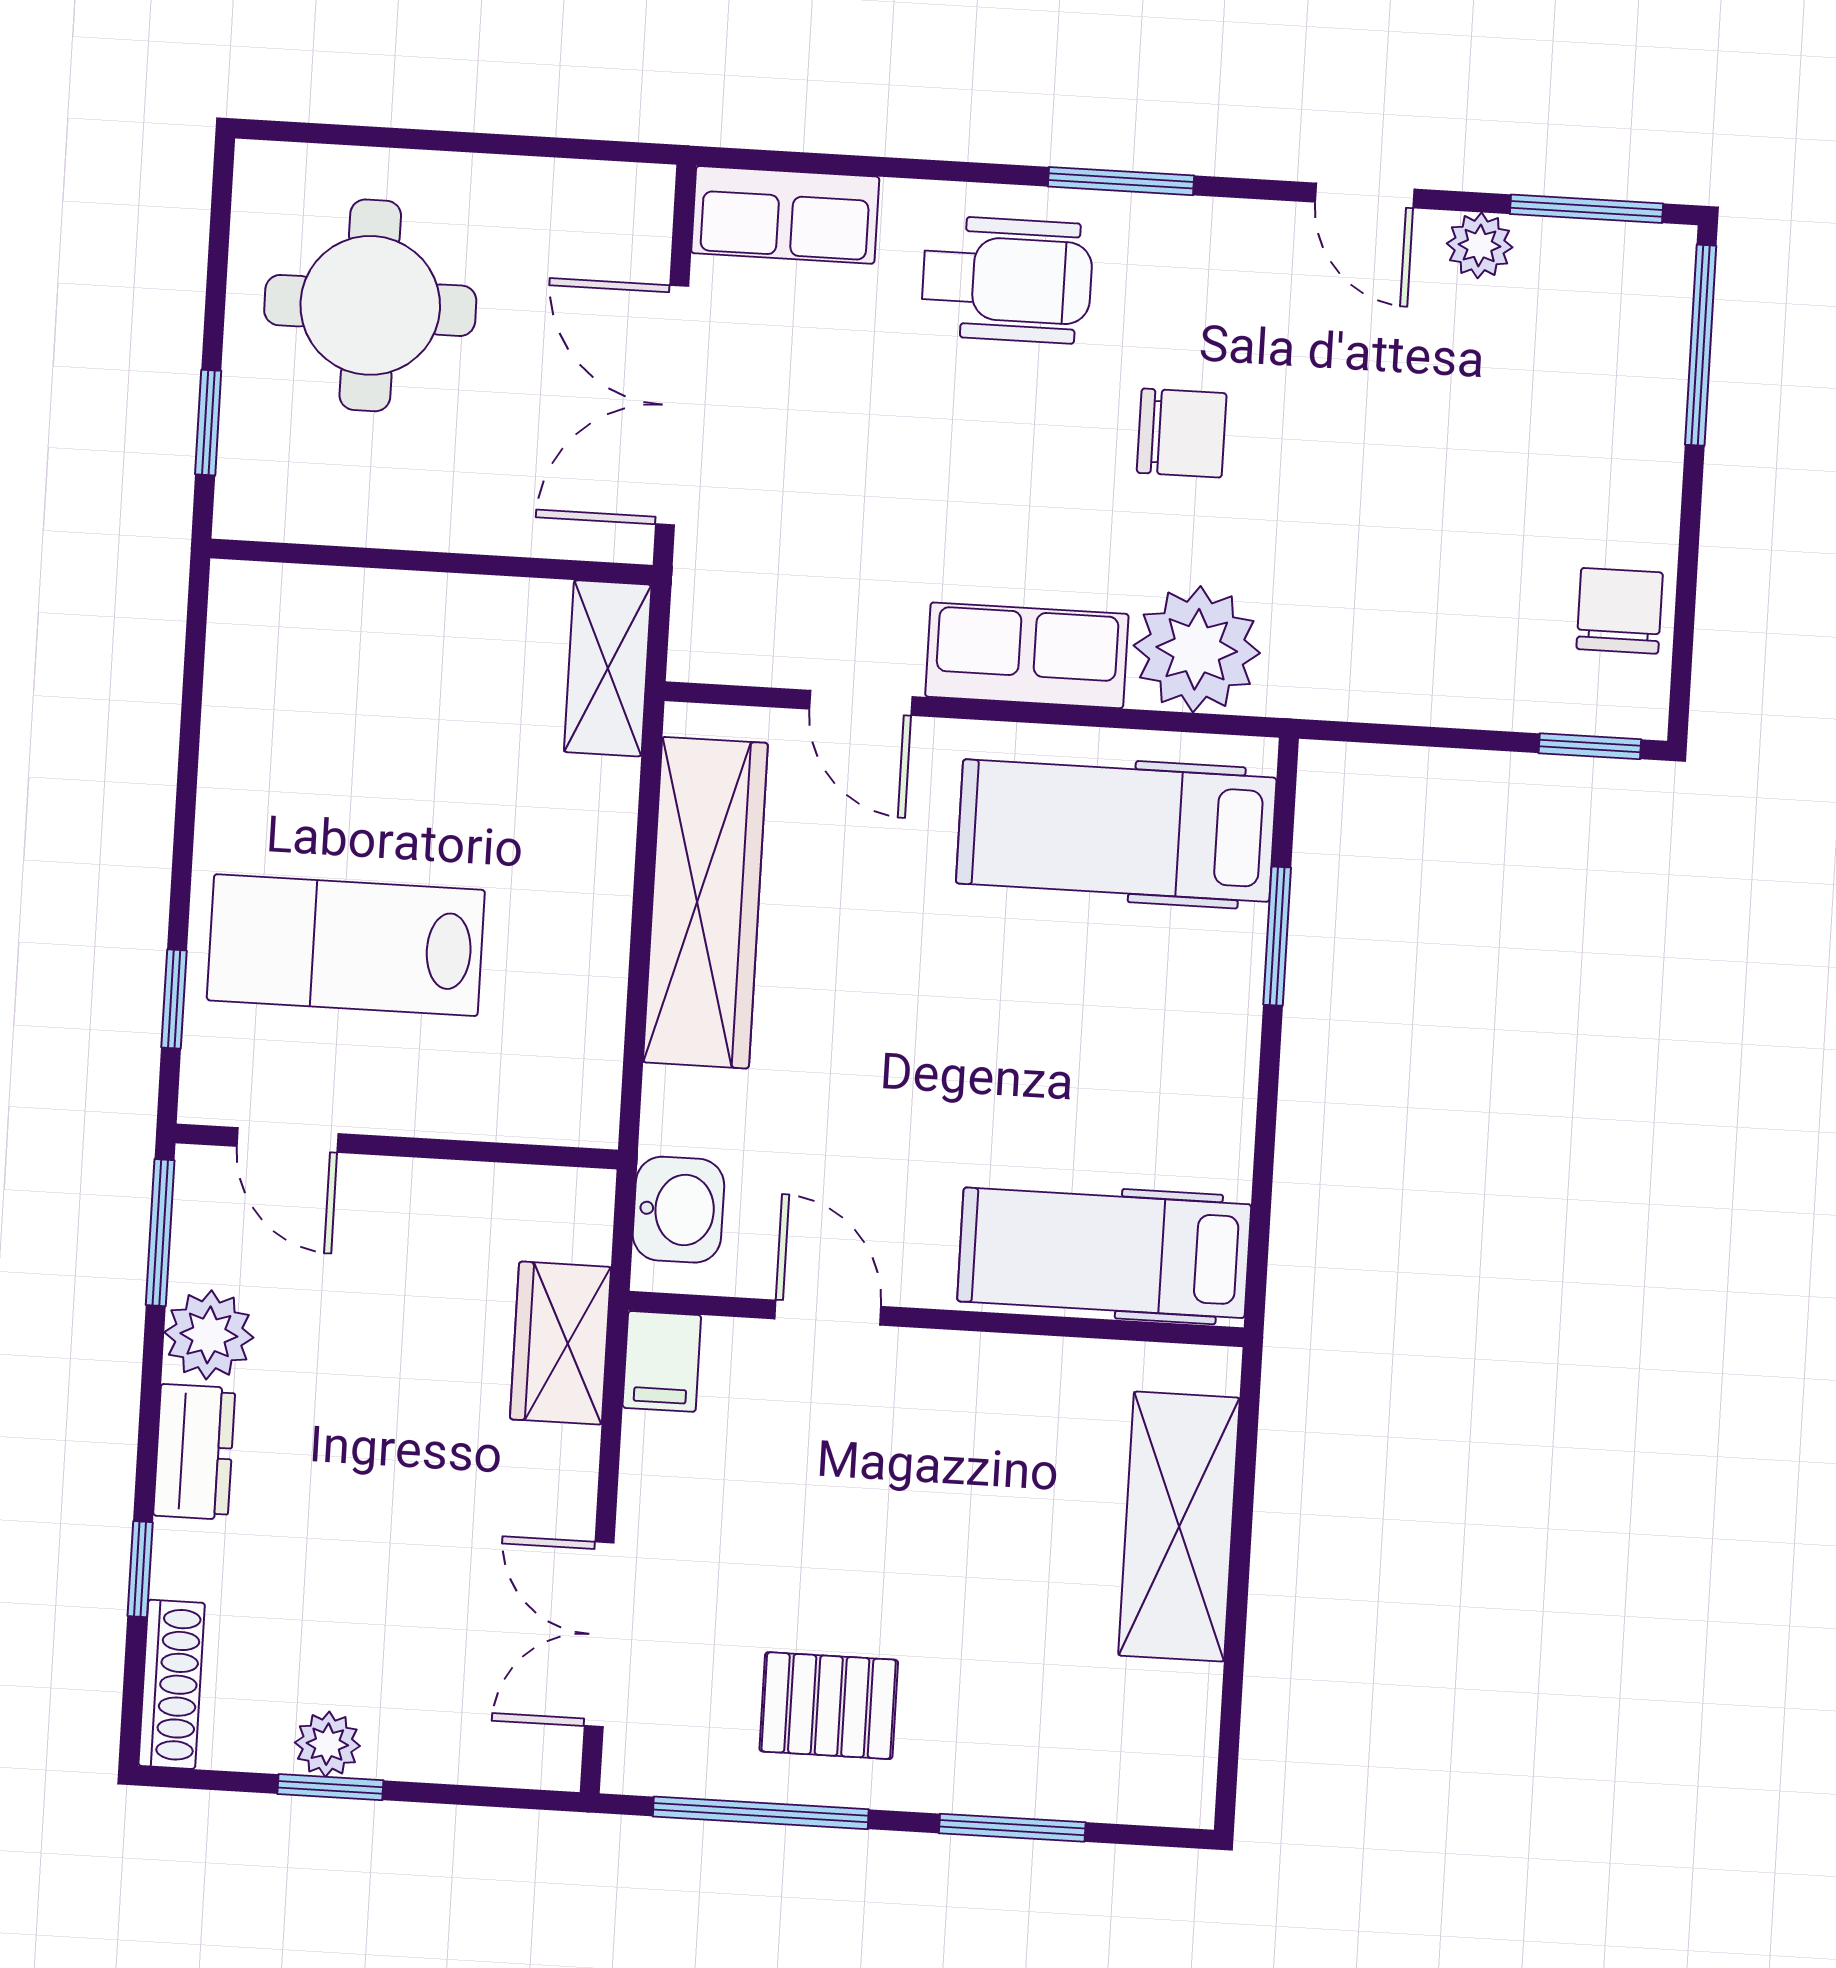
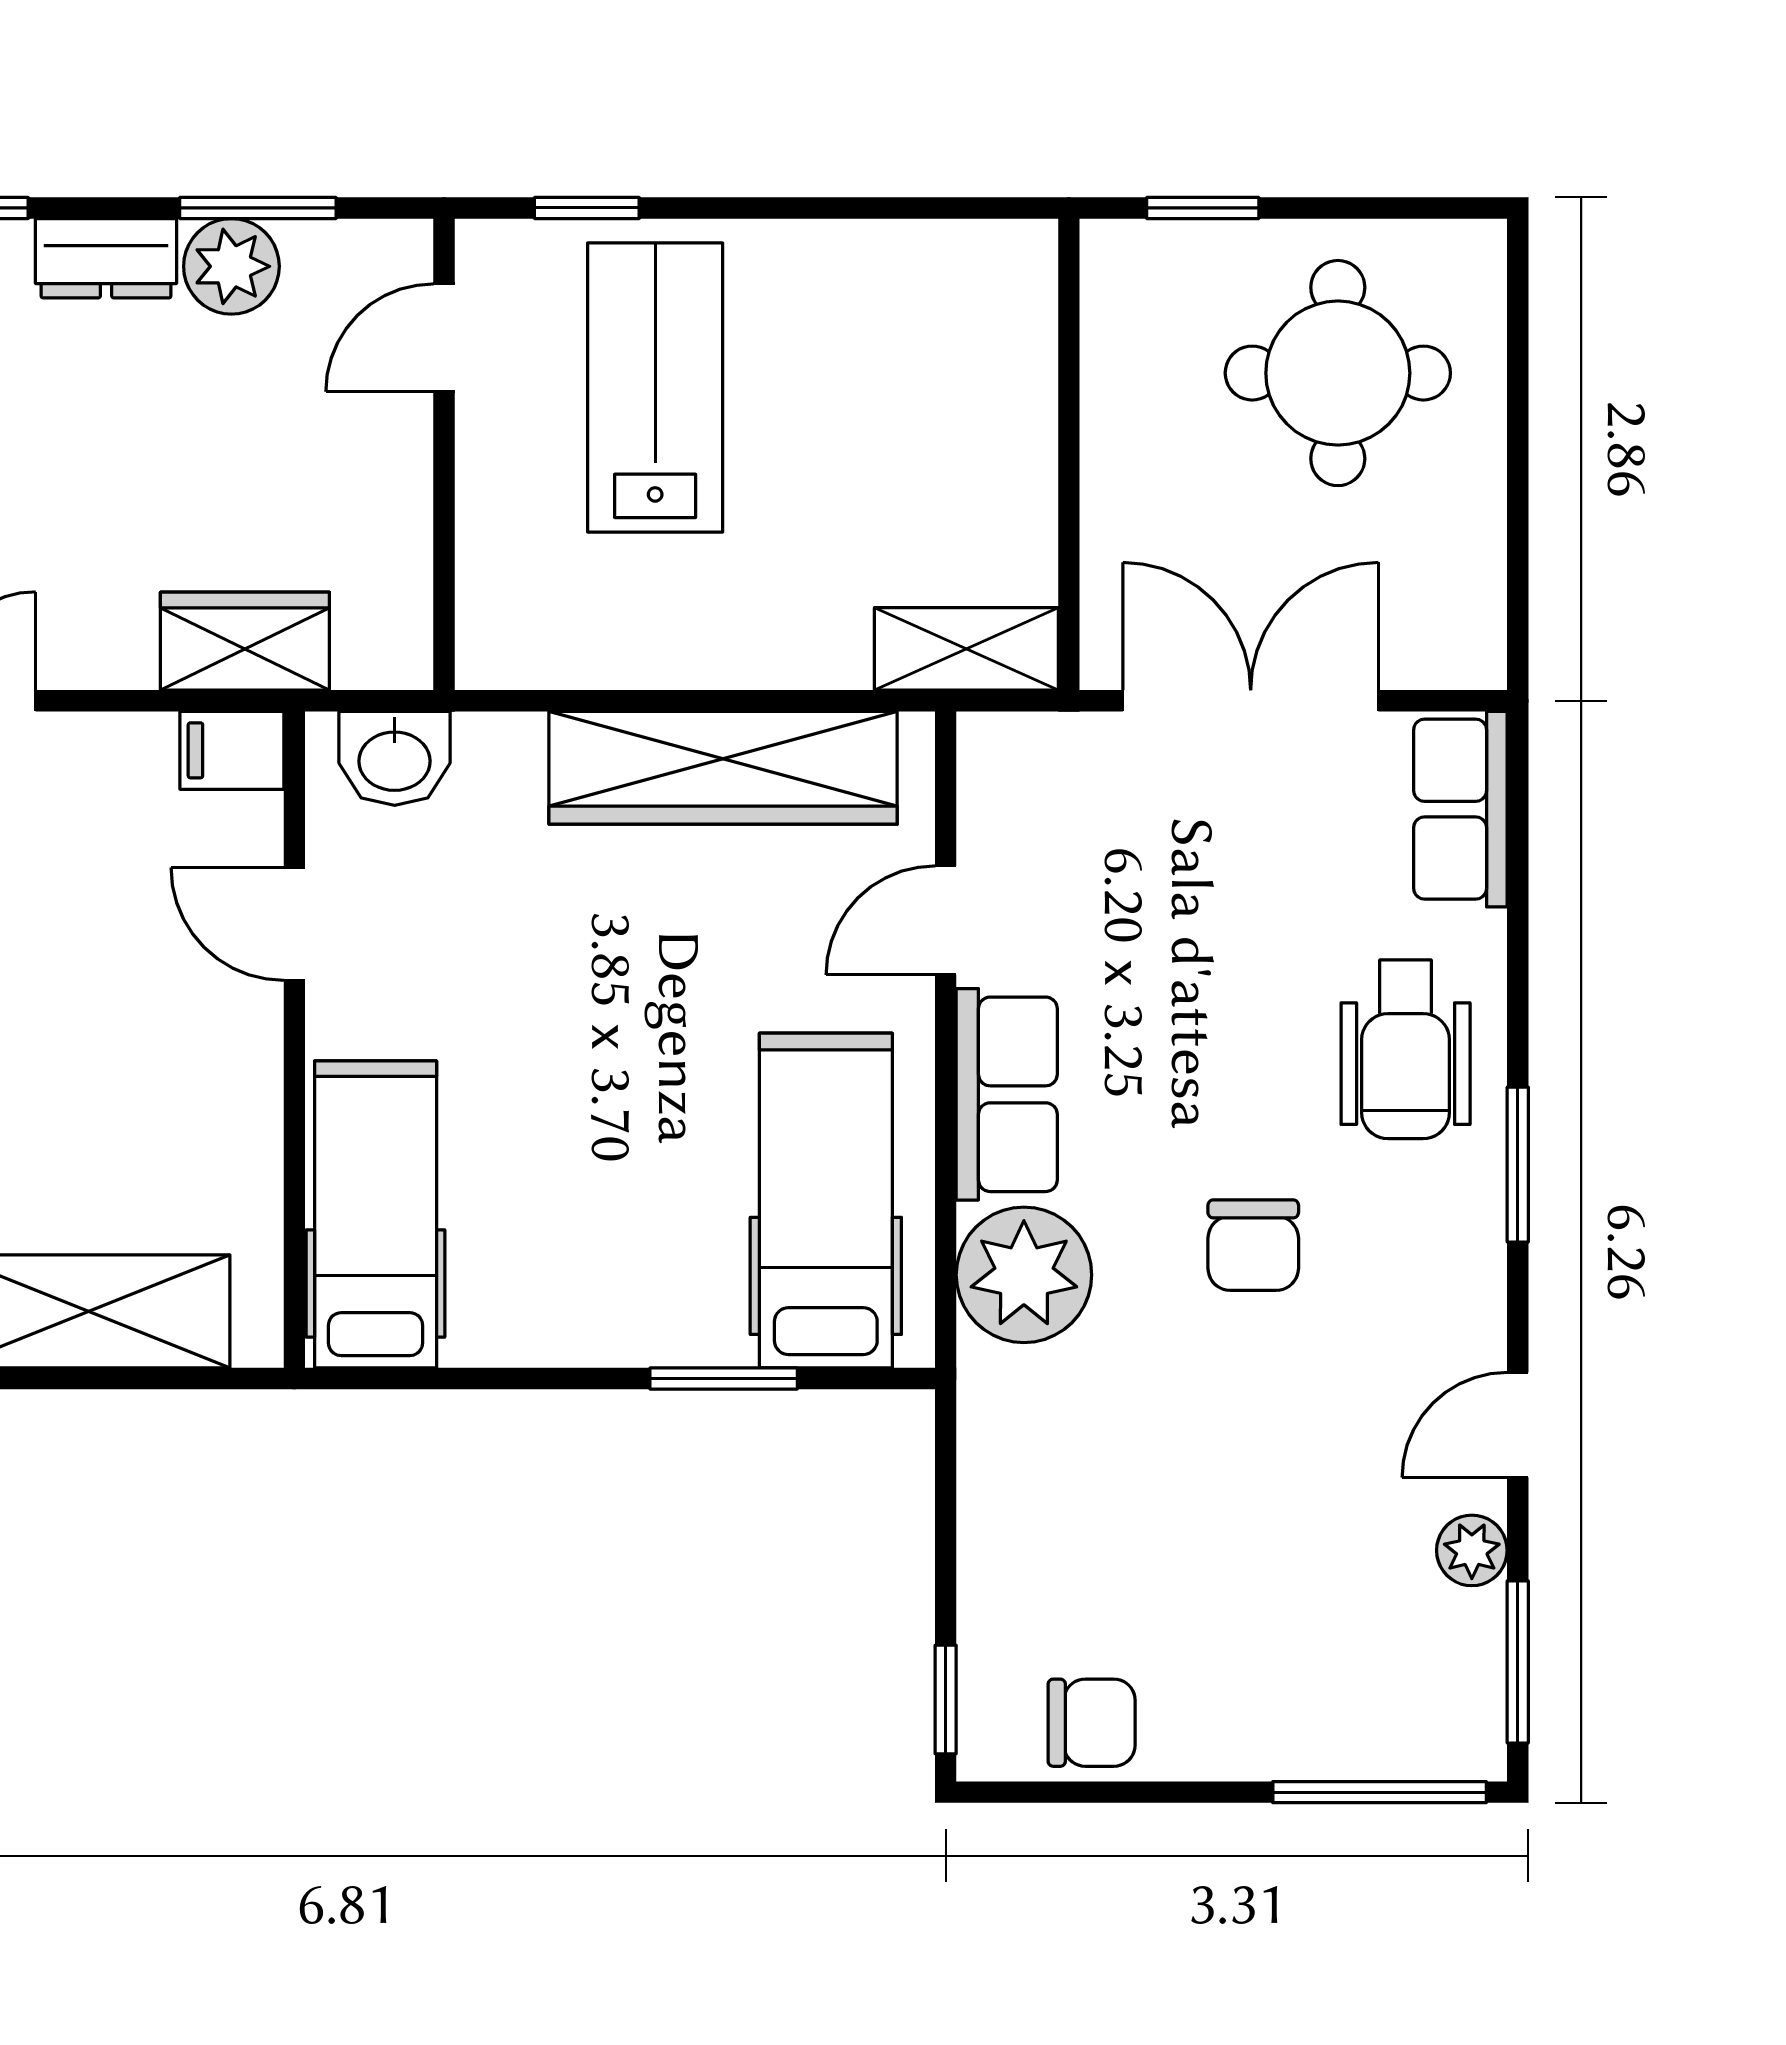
window: (160, 1233) -> (258, 208), moved
door: (828, 1313) -> (294, 924), swing flipped

